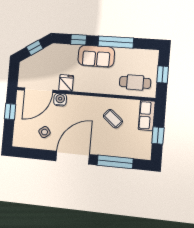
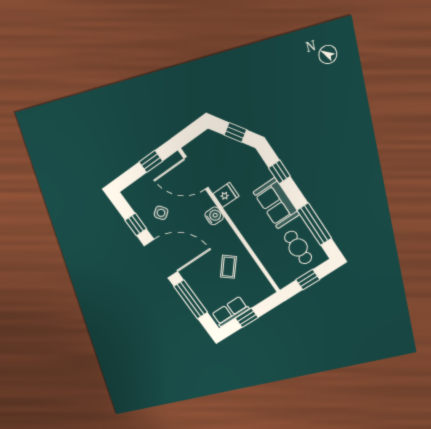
window: (116, 42) -> (314, 224), moved
cafe table: (135, 82) -> (298, 248), moved
water cooler: (60, 100) -> (214, 216), moved
row of seats: (147, 115) -> (230, 312), moved
window: (39, 154) -> (136, 224), added

